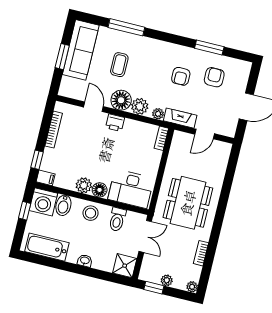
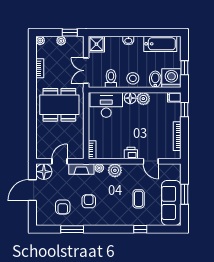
window: (126, 27) -> (140, 229), width x0.46
floor lamp: (121, 100) -> (44, 172), moved
dining table: (188, 203) -> (59, 105), turned 90

